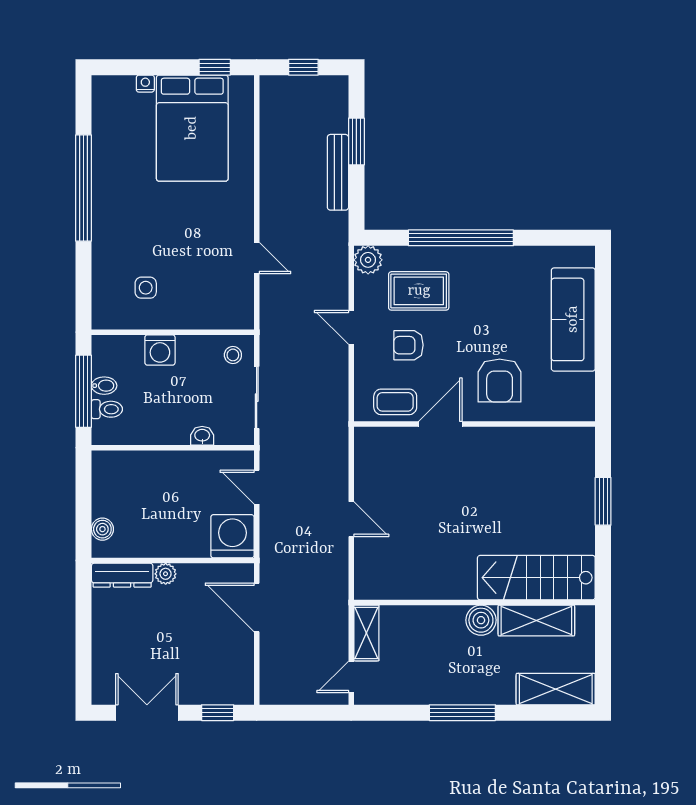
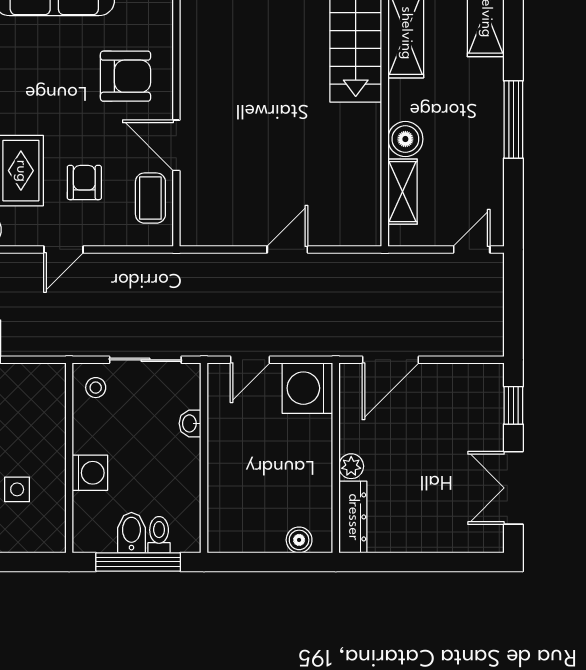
armchair: (409, 345) -> (84, 182), turned 180
bidet: (104, 386) -> (131, 533), width x1.38, depth x1.36
boiler: (481, 620) -> (405, 139), moved
shelving: (366, 633) -> (402, 192), moved, turned 90
door: (351, 677) -> (472, 249), swing flipped

